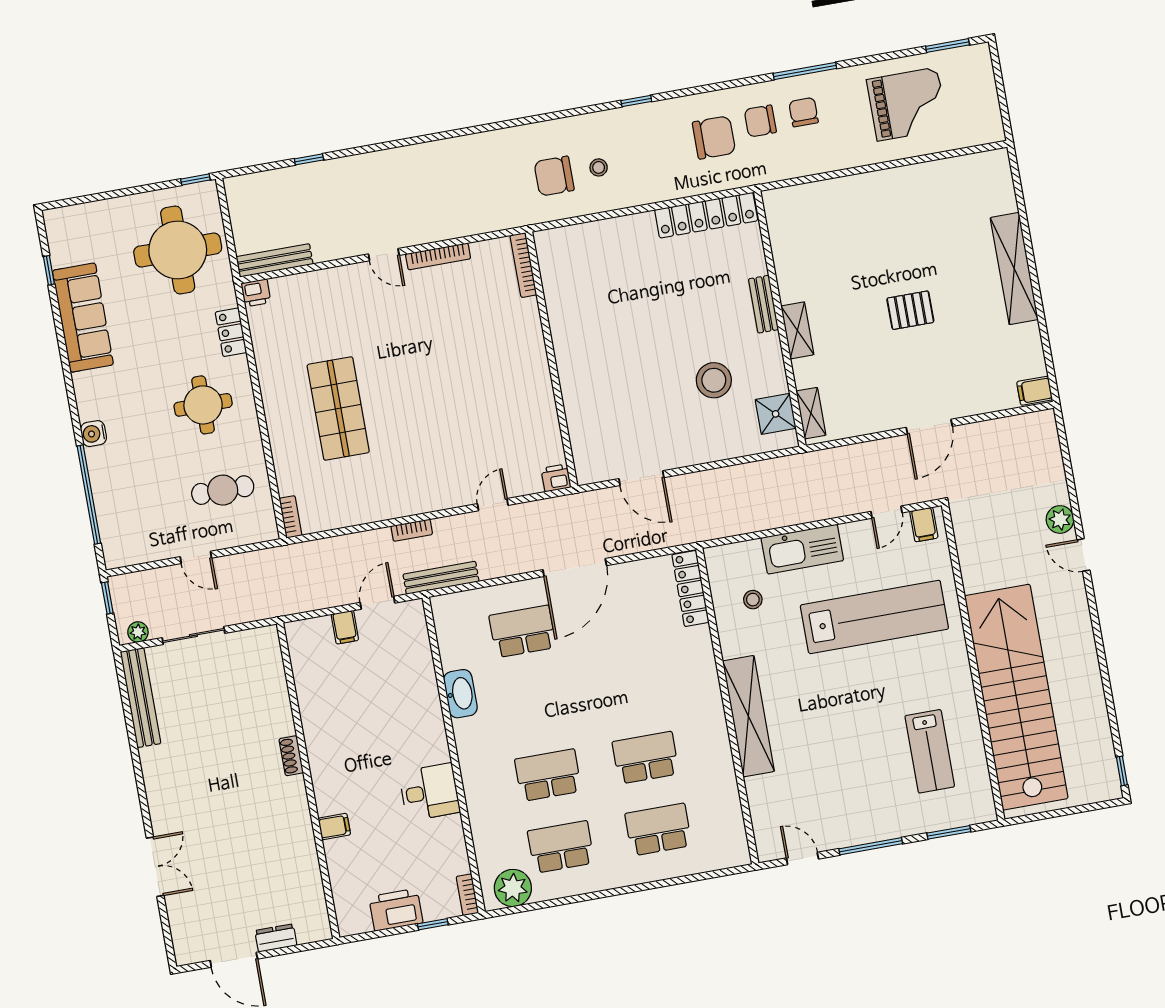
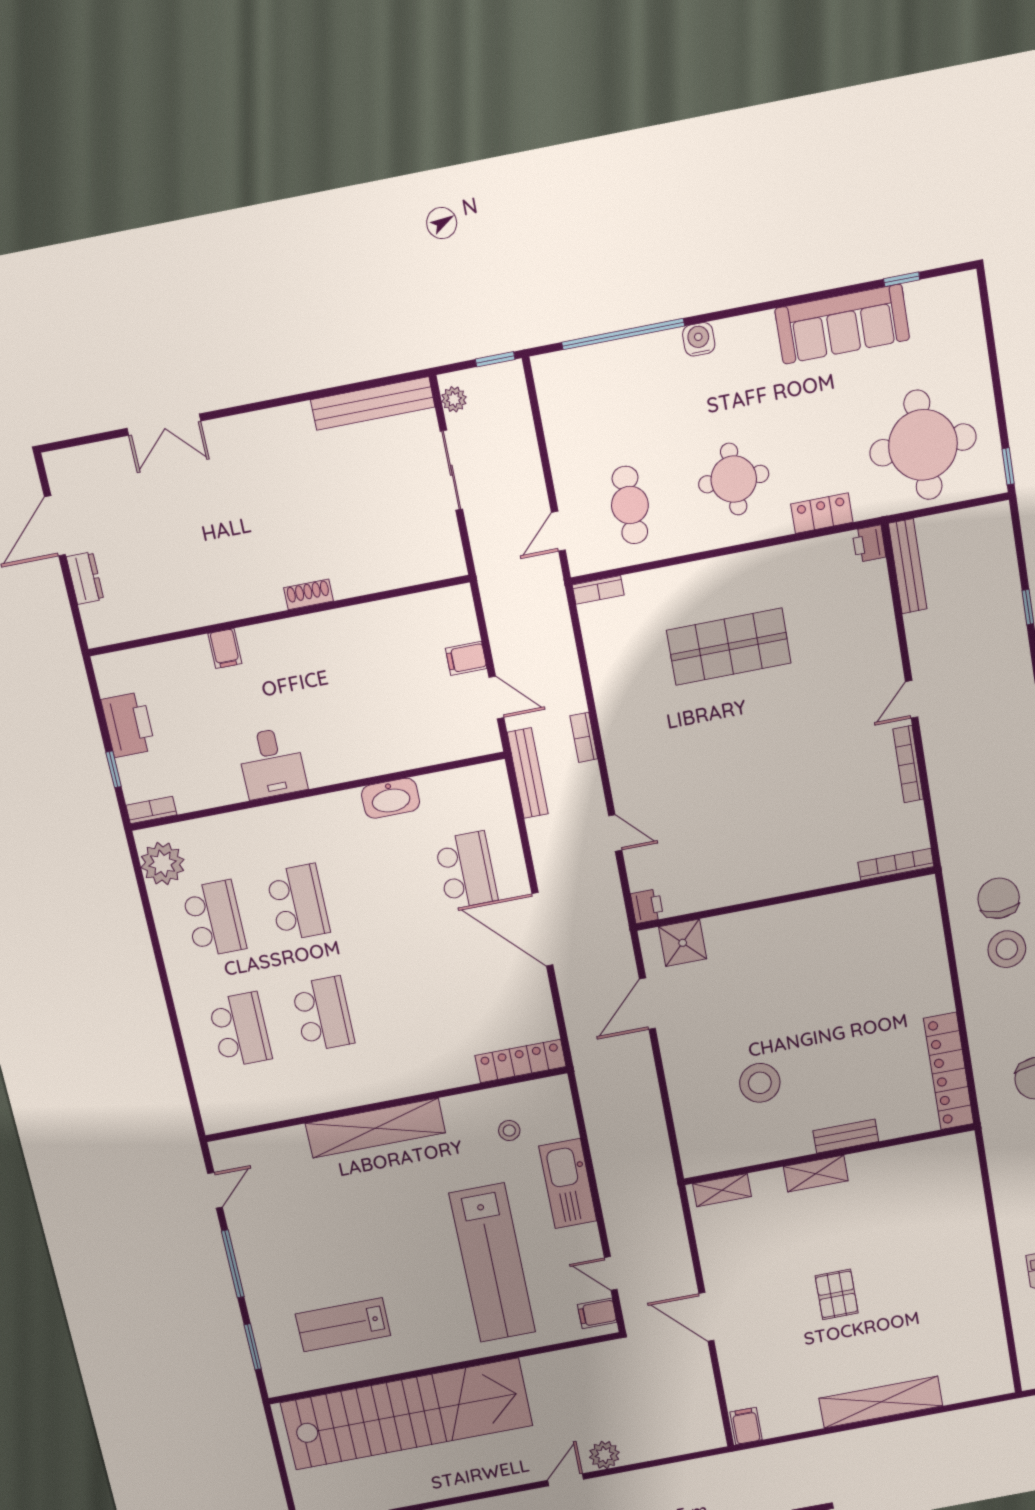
stool: (599, 167) -> (1007, 949), width x1.89, depth x1.89
shower: (776, 414) -> (683, 943), moved
door: (196, 557) -> (558, 531), moved

